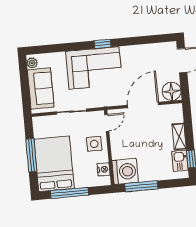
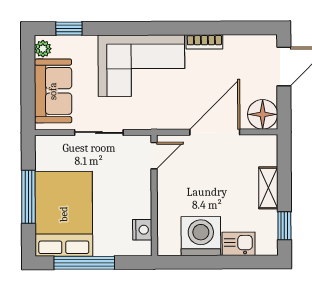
window: (103, 44) -> (69, 29), moved
bookcase: (132, 50) -> (204, 42), added
side table: (94, 144) -> (131, 188), removed
kitchen sink: (180, 161) -> (239, 244), moved, turned 90
washing machine: (125, 171) -> (201, 236), moved, turned -90
window: (141, 186) -> (200, 262), removed

